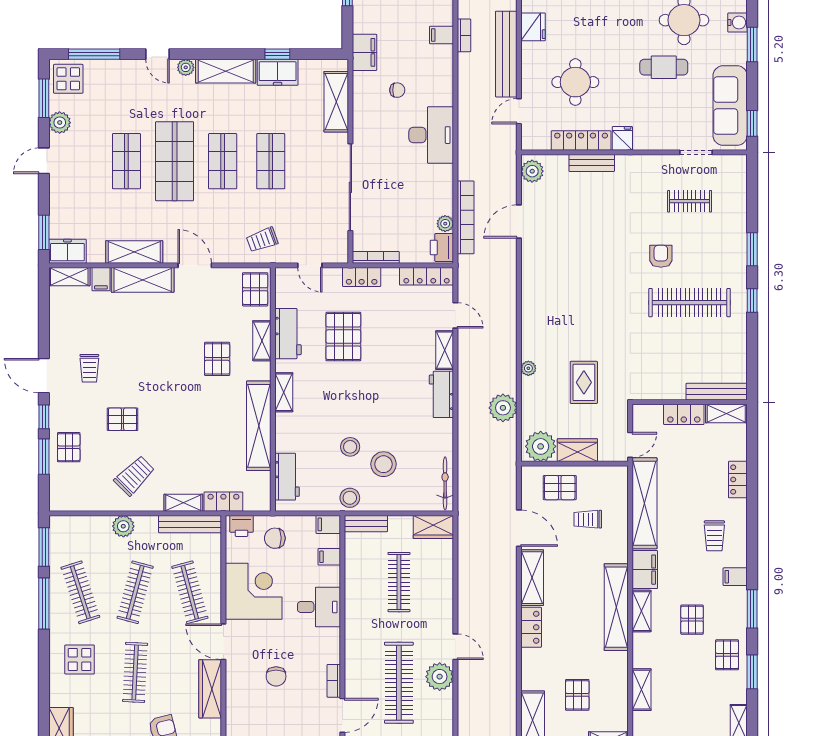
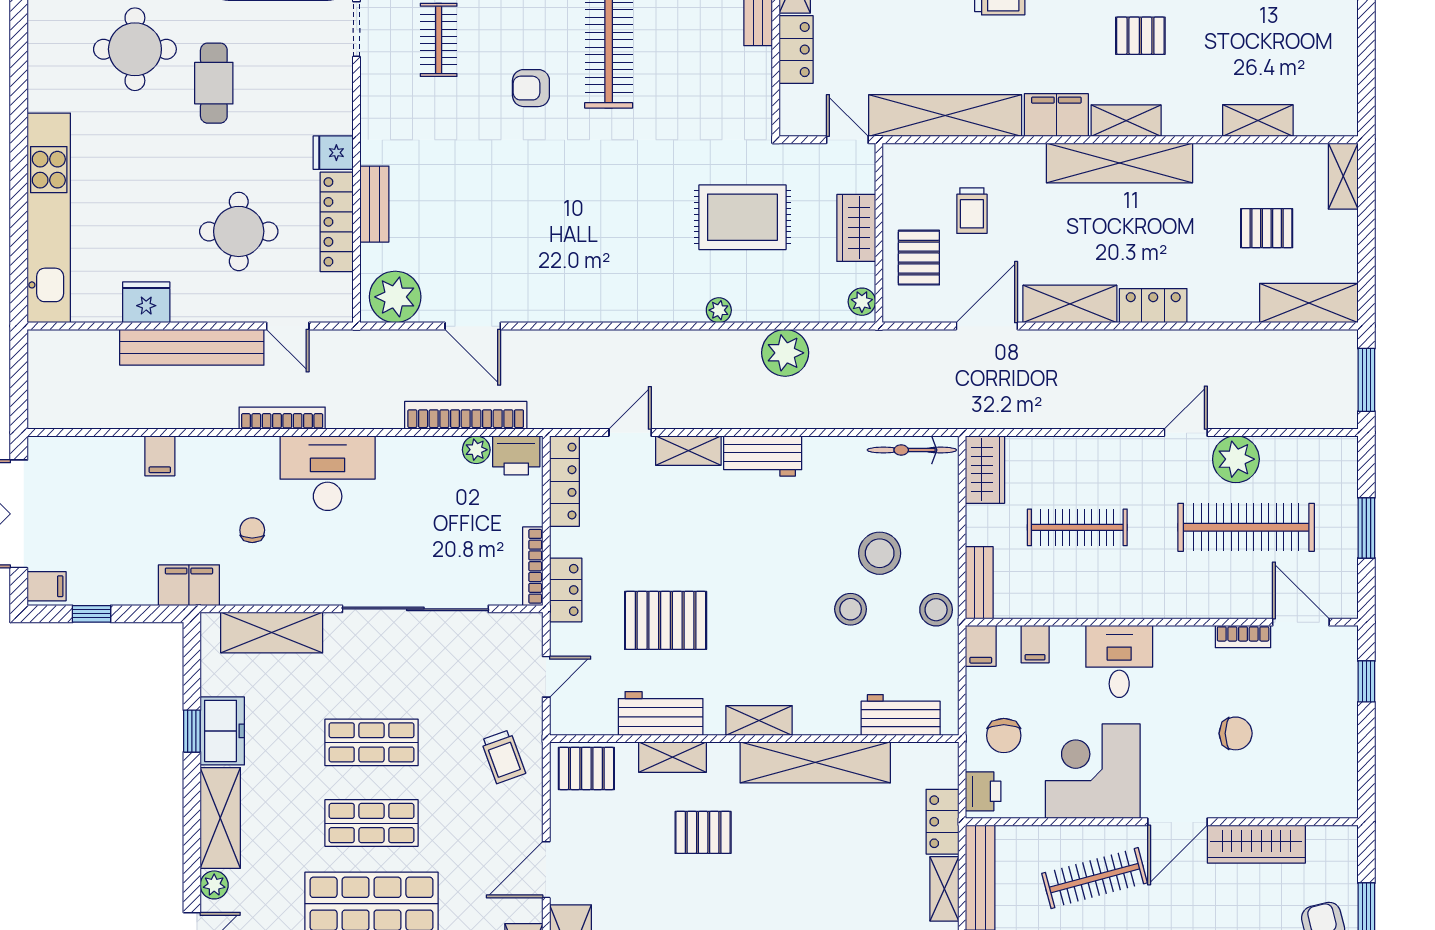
bookcase: (464, 35) -> (282, 418), moved, width x1.56
plant: (532, 171) -> (395, 297), width x1.36, depth x1.36
rug: (584, 382) -> (742, 217), width x1.36, depth x1.43
plant: (541, 446) -> (862, 302), width x0.53, depth x0.53

